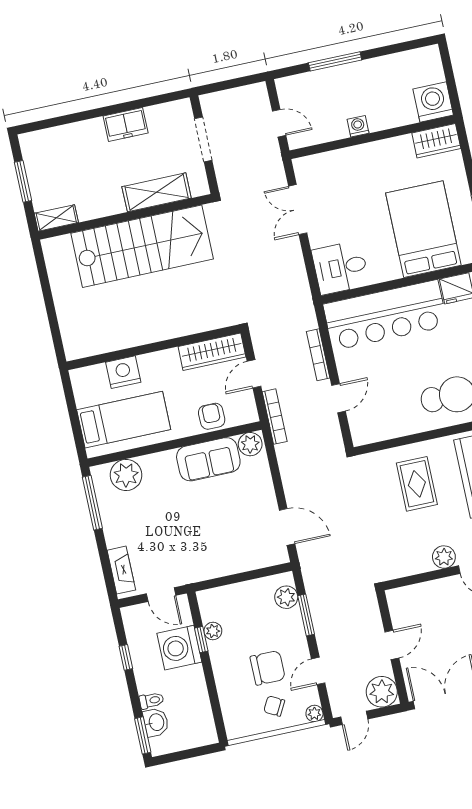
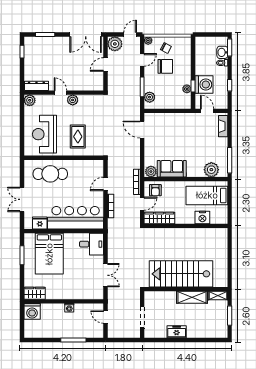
shelving: (157, 192) -> (192, 297), moved
armchair: (212, 416) -> (155, 190), moved
chair: (268, 668) -> (165, 66), turned 180

